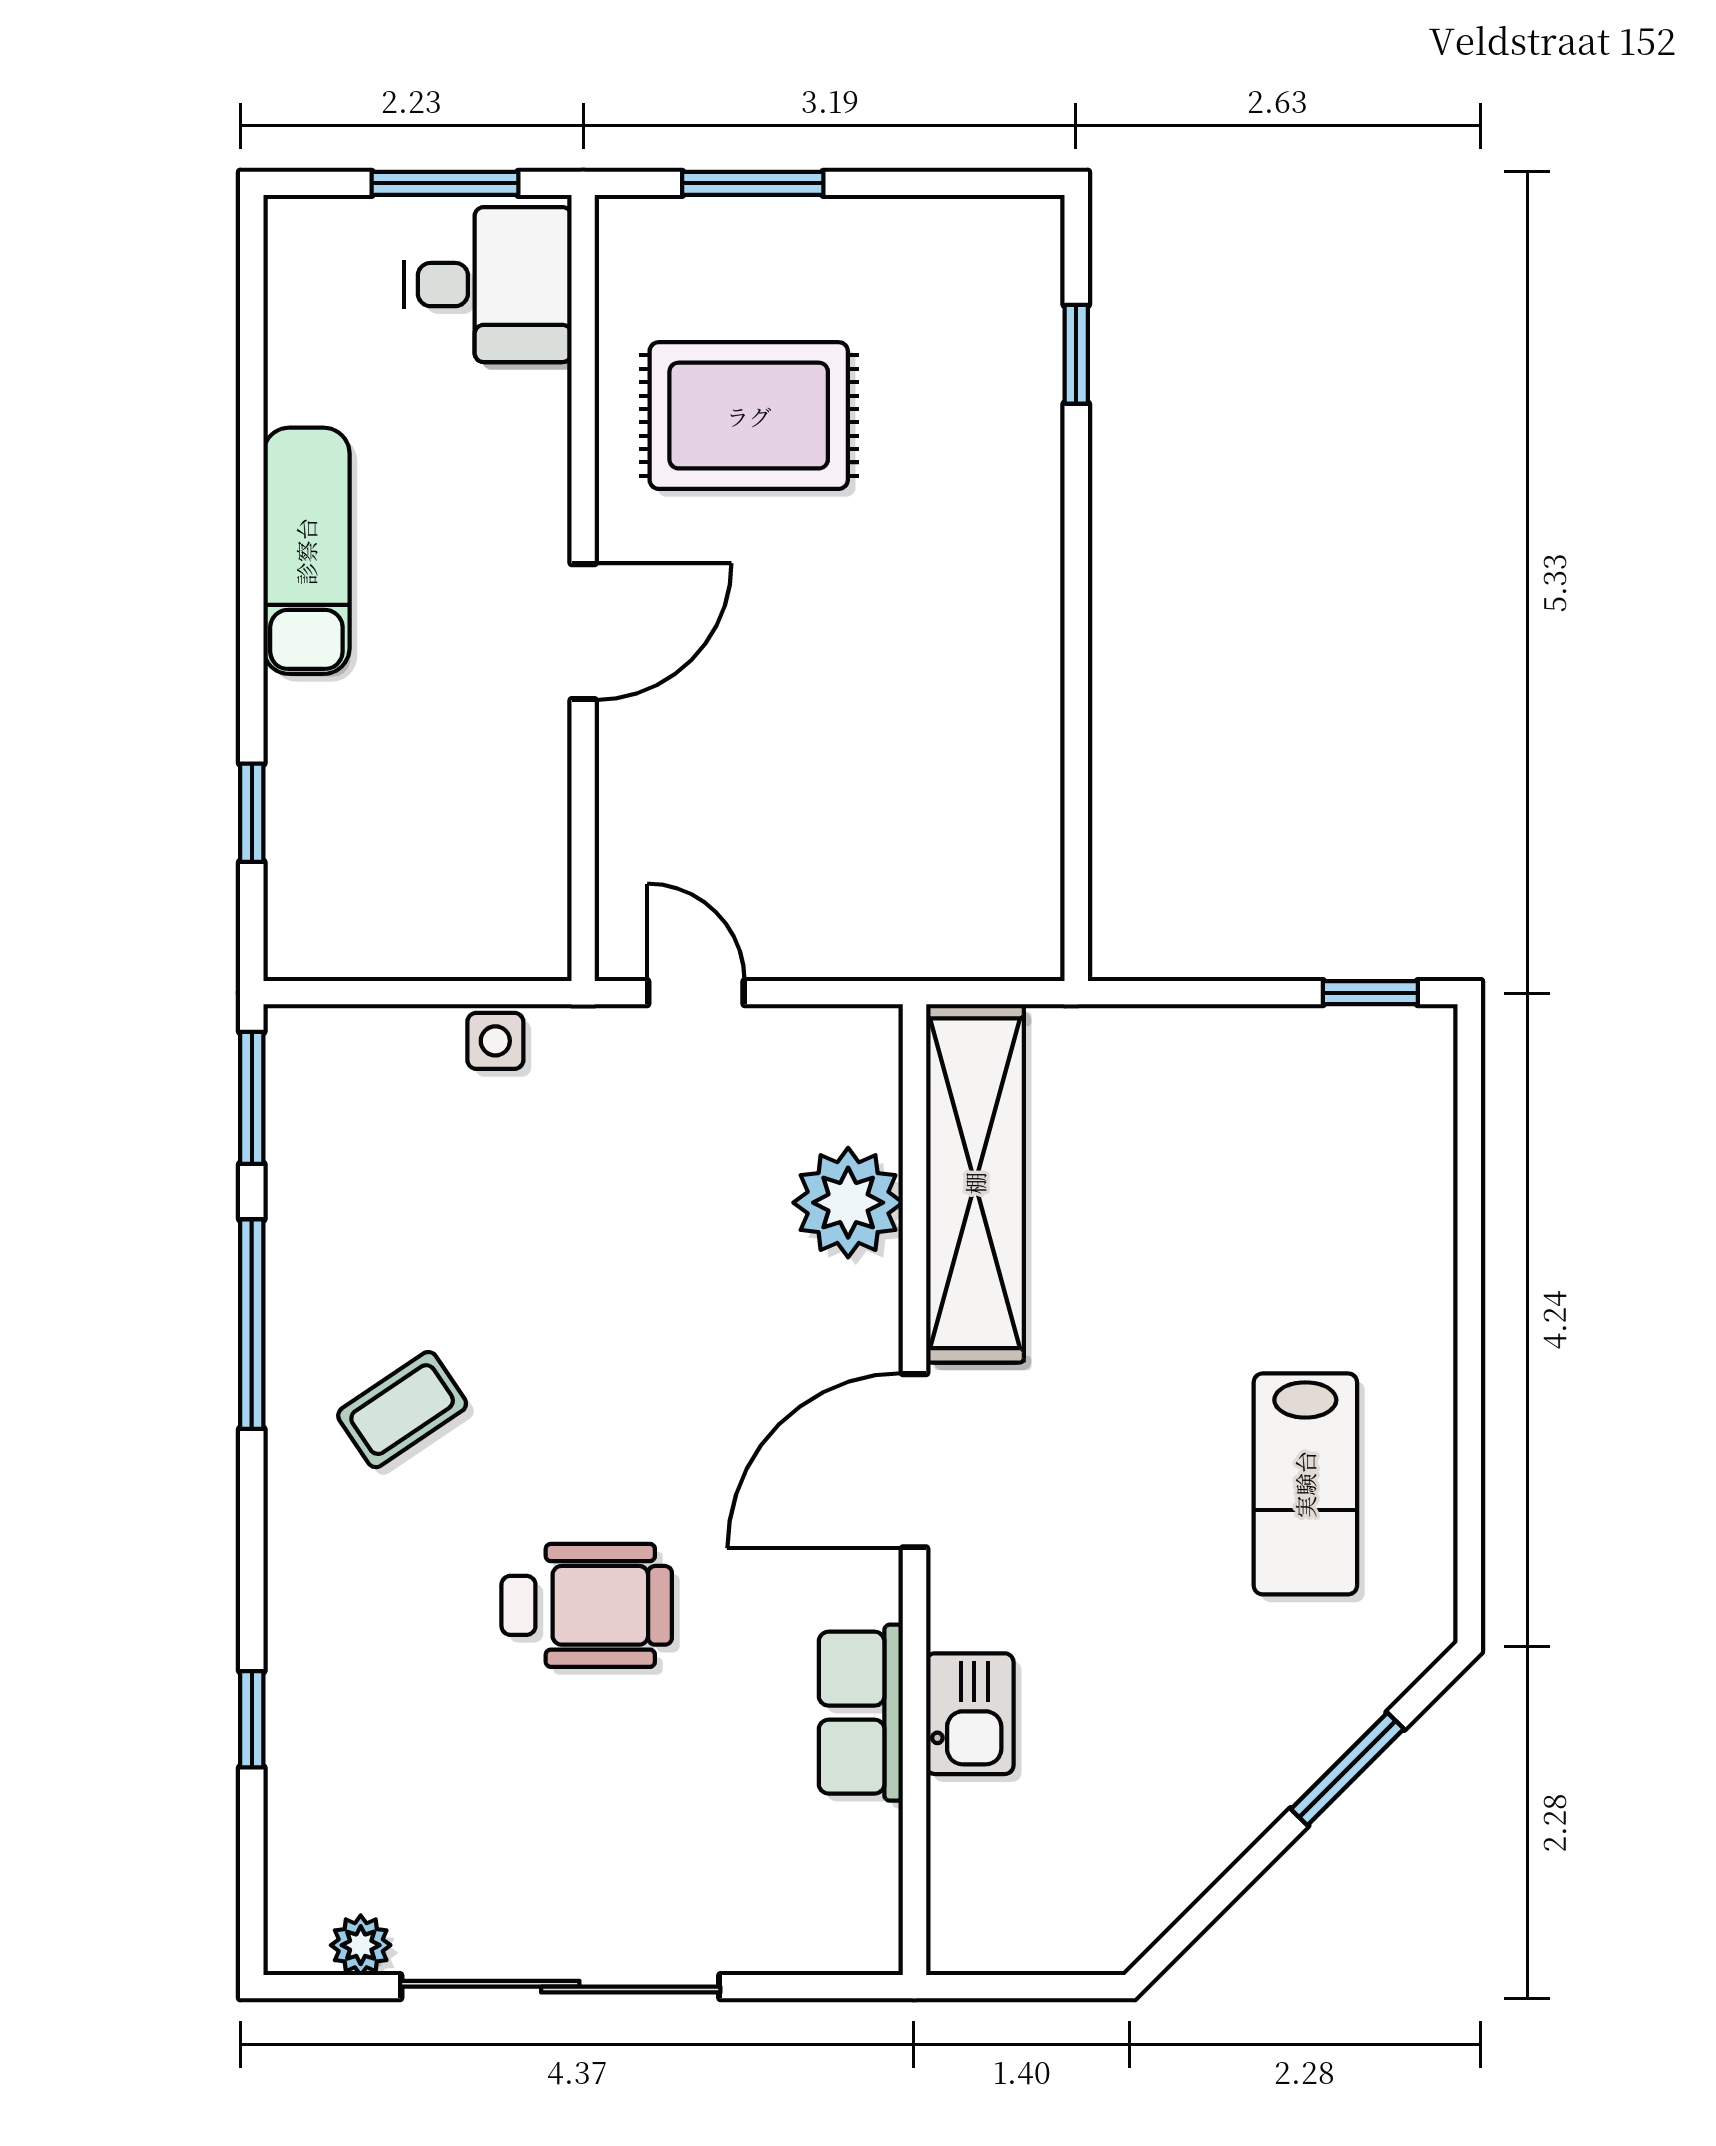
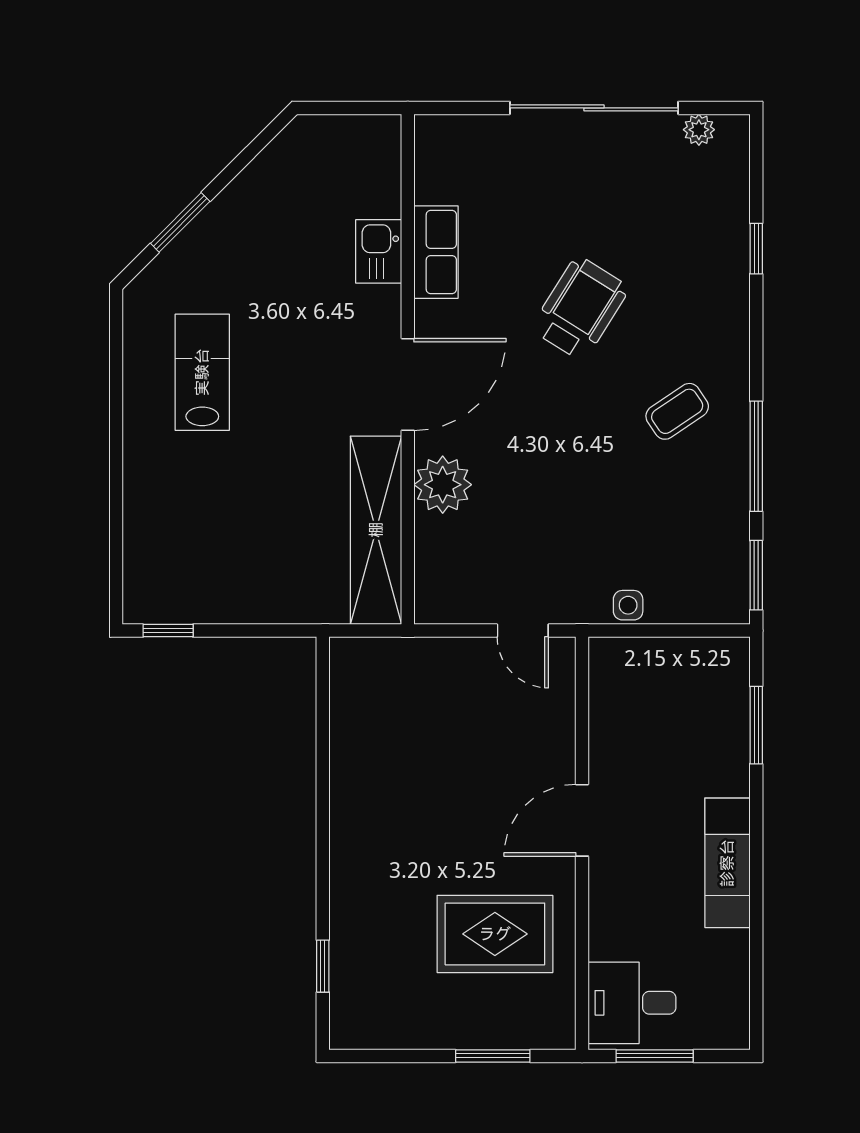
window: (252, 813) -> (756, 725), width x1.50
plant: (848, 1203) -> (443, 485), moved
wheelchair: (587, 1605) -> (580, 308), turned 122

